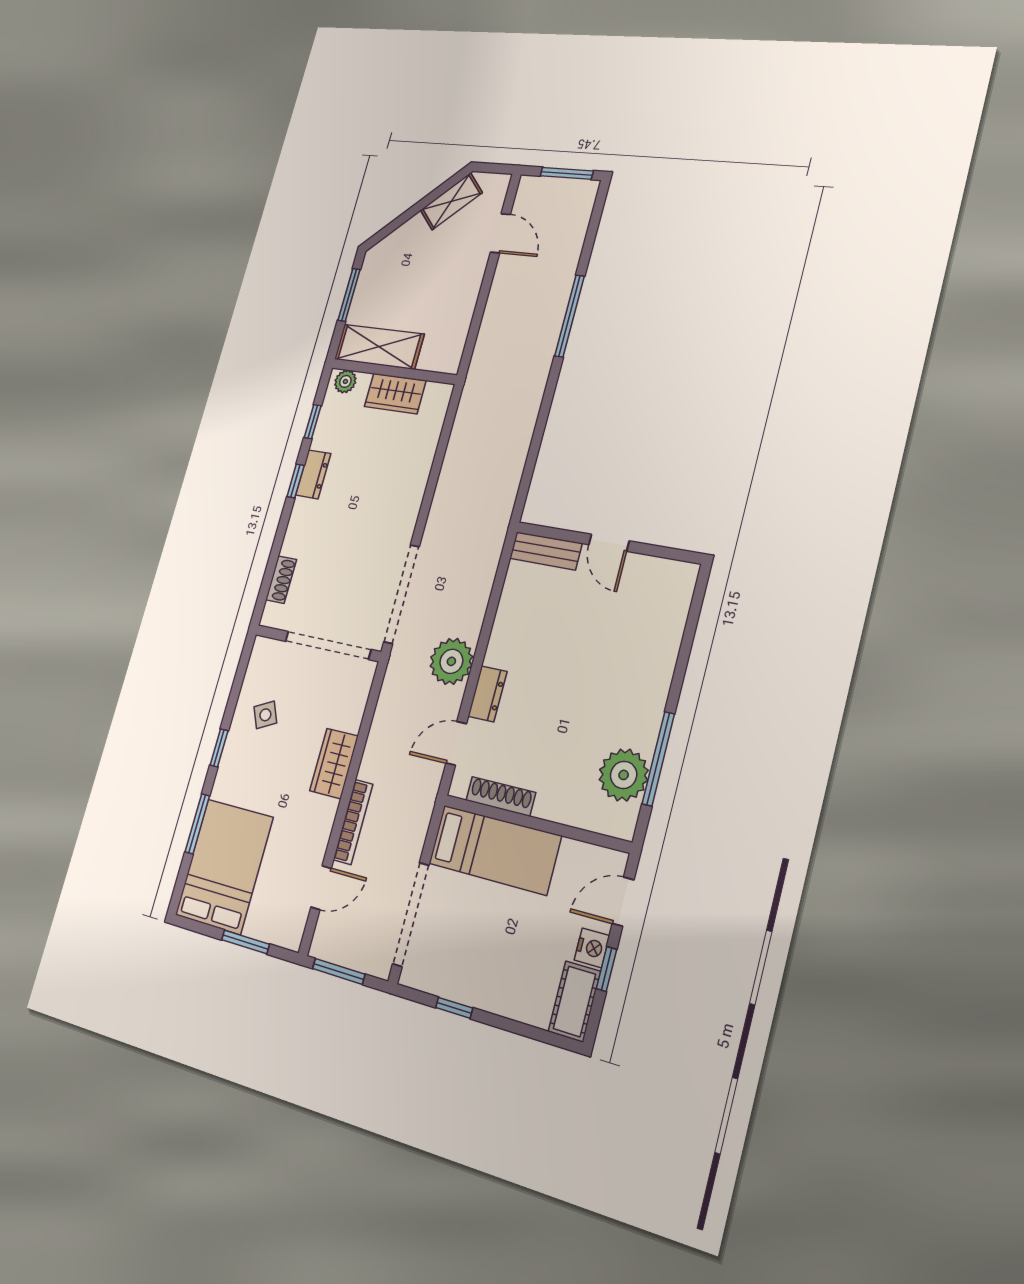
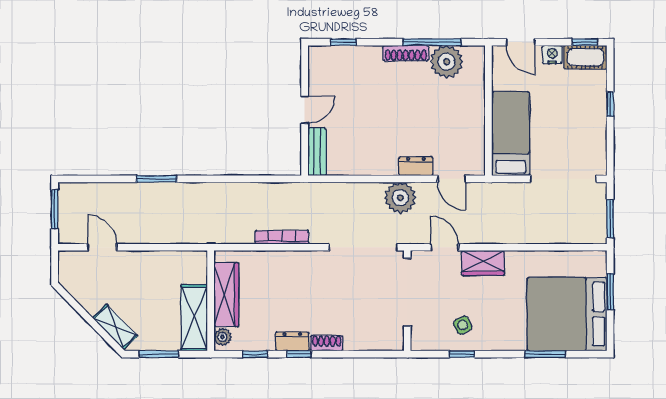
shelving: (451, 201) -> (115, 327), moved
door: (500, 233) -> (102, 247), hinge flipped
window: (570, 316) -> (156, 179), width x0.69
wardrobe: (395, 393) -> (226, 295), width x1.50
shoe rack: (281, 580) -> (327, 343), moved
window: (693, 619) -> (343, 42), added
window: (219, 748) -> (462, 354), moved
shoe rack: (501, 796) -> (406, 53), moved, turned -90
bookcase: (353, 822) -> (282, 237), moved
bed: (224, 866) -> (567, 314), width x1.36
door: (321, 888) -> (445, 247), moved
window: (606, 969) -> (585, 42), moved
window: (454, 1008) -> (610, 104), moved

